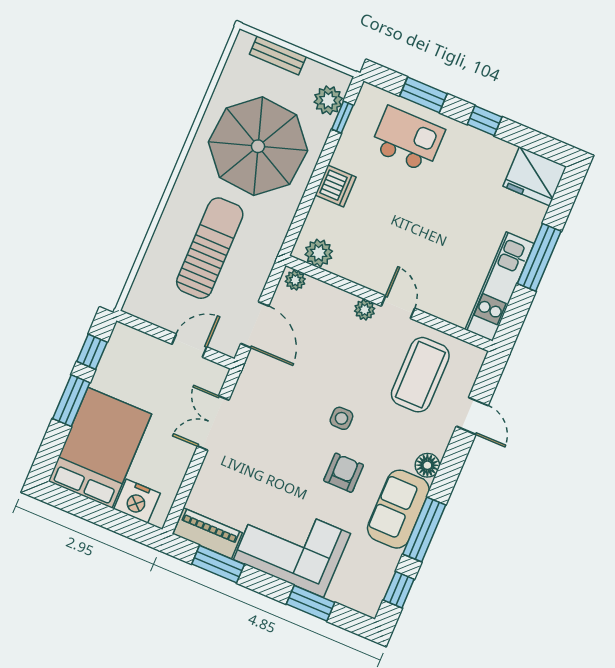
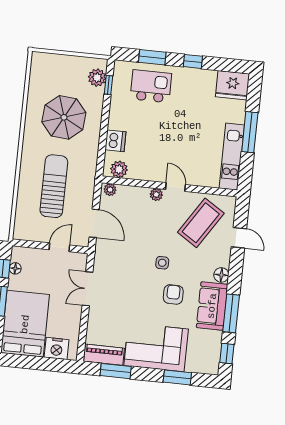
bench: (278, 55) -> (59, 60), removed
parasol: (258, 146) -> (64, 117), width x0.73, depth x0.73
dishwasher: (336, 186) -> (115, 141), moved
floor lamp: (111, 357) -> (15, 268), added
coffee table: (420, 375) -> (201, 223), turned 33

